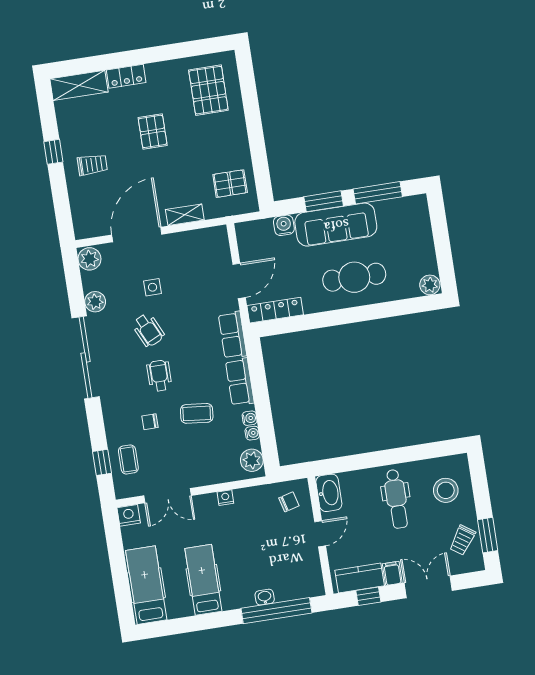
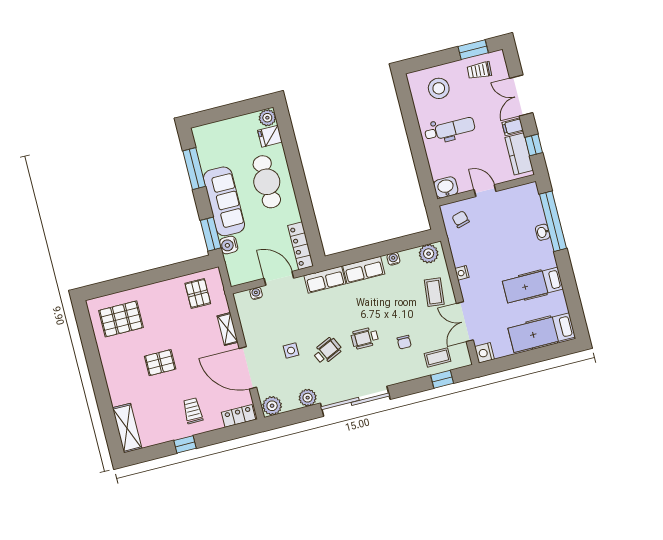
locker: (126, 76) -> (239, 416), moved, turned -90
window: (324, 201) -> (211, 234), moved
fridge: (408, 286) -> (270, 136), added
coffee table: (197, 413) -> (434, 292), moved
water cooler: (252, 433) -> (256, 293), moved
washbasin: (329, 493) -> (446, 187), width x0.72
double door: (168, 496) -> (465, 322), swing flipped
trolley: (462, 540) -> (479, 70), turned 148

